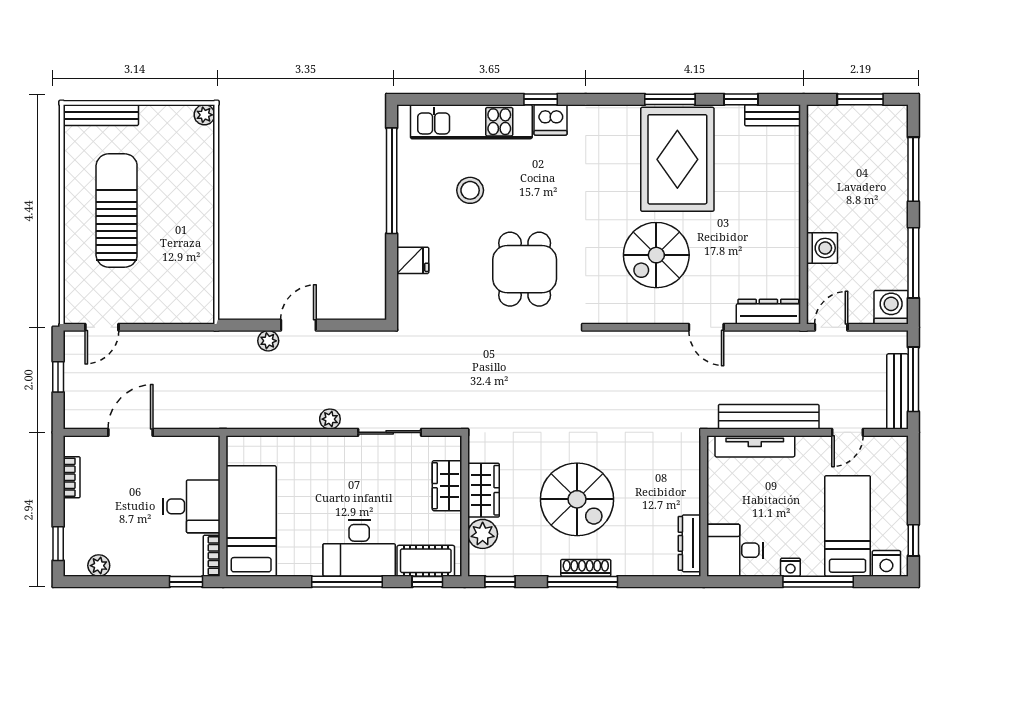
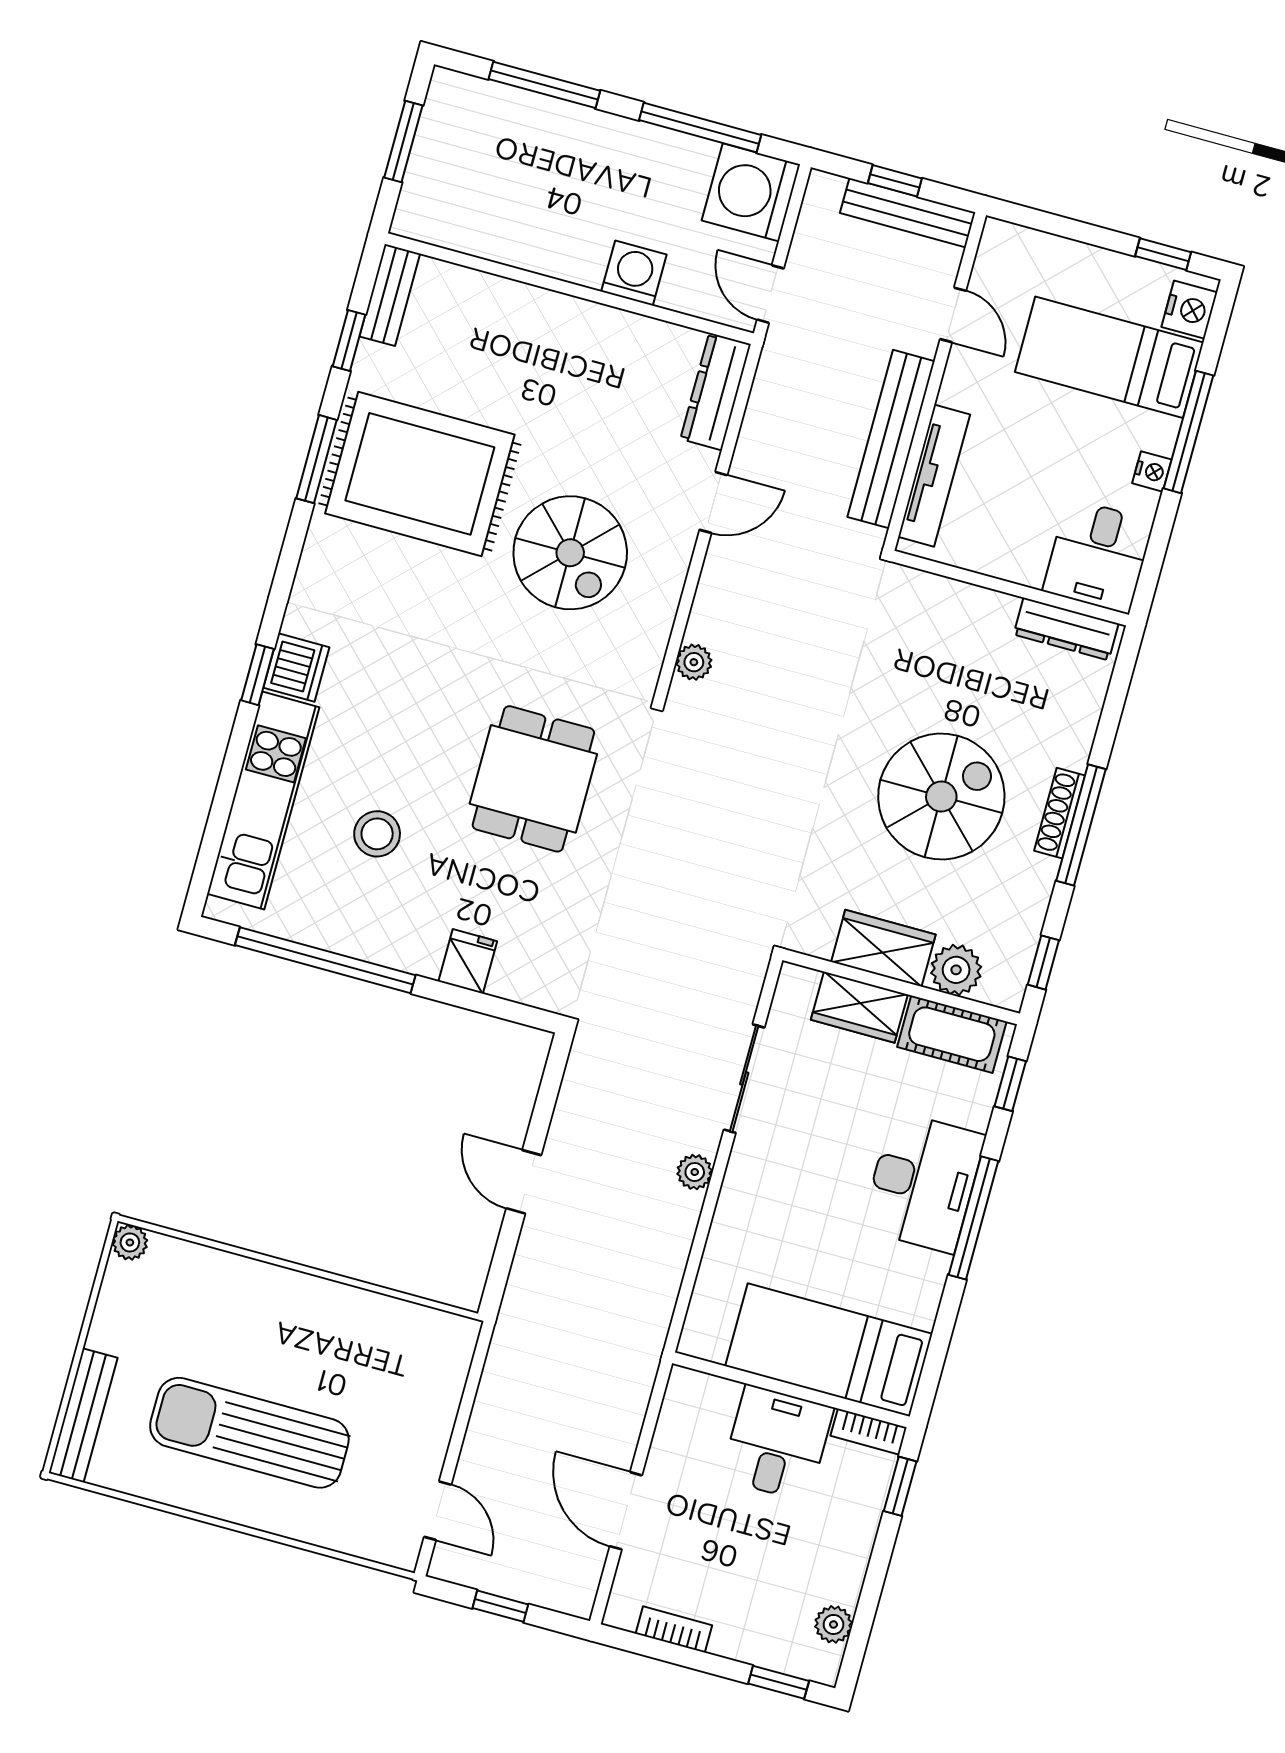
dining table: (525, 269) -> (533, 779), turned 90
washing machine: (891, 307) -> (751, 192), width x1.37, depth x1.37
plant: (268, 341) -> (694, 662), moved
window: (913, 379) -> (895, 181), width x0.46
cot: (426, 561) -> (952, 1034), moved, turned 90

